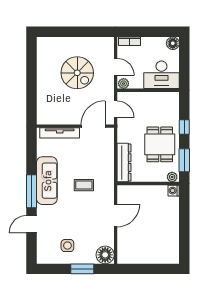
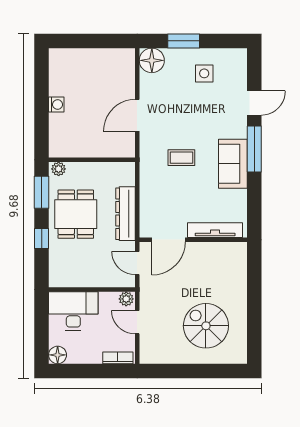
spiral stairs: (77, 73) -> (206, 326), moved
dresser: (124, 163) -> (125, 214), moved
sofa: (47, 181) -> (233, 164), width x0.73
washing machine: (174, 191) -> (56, 105), moved

